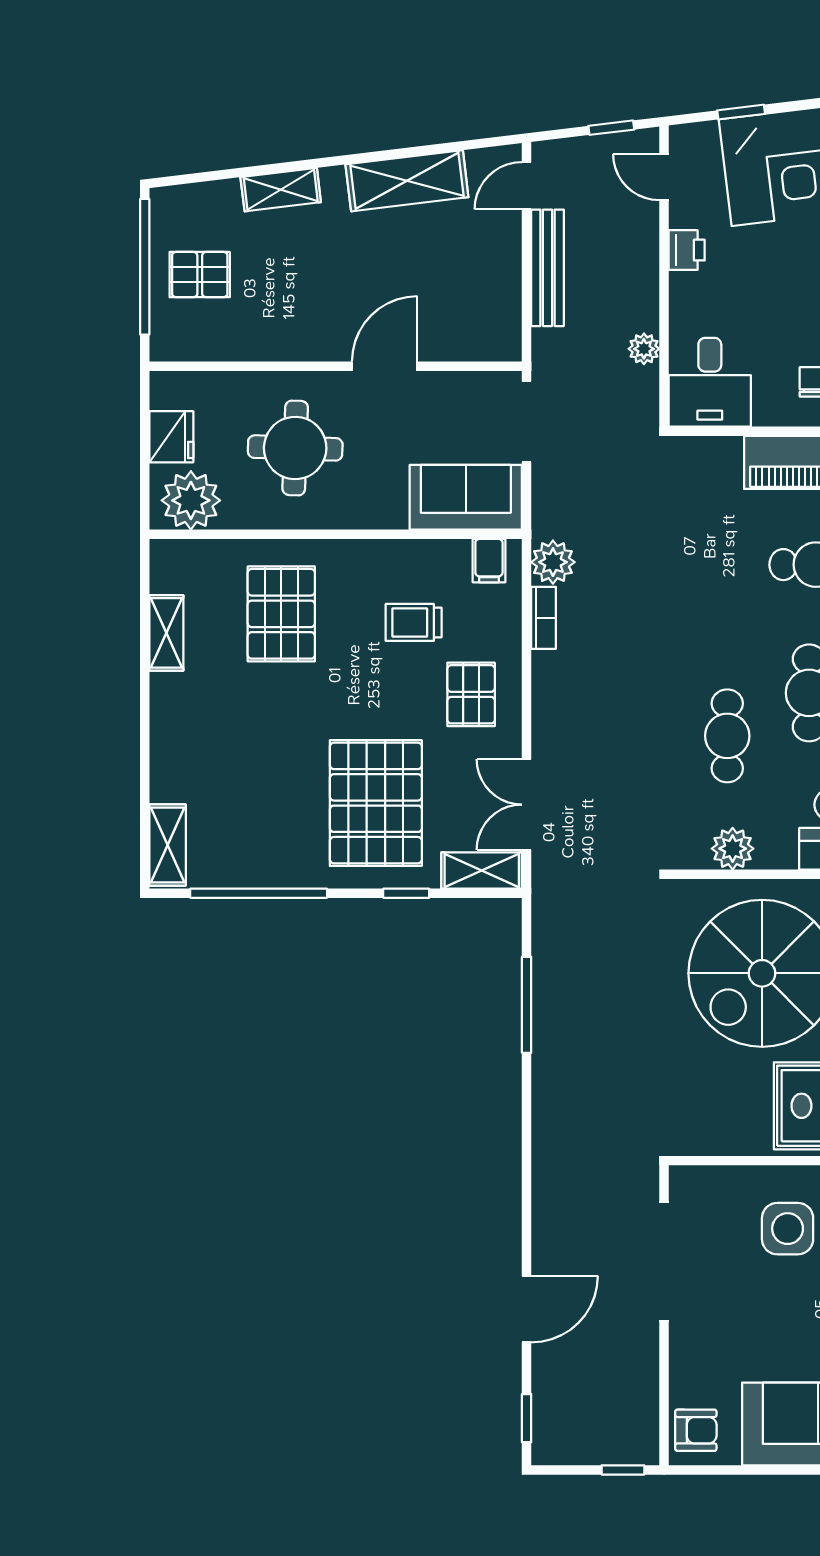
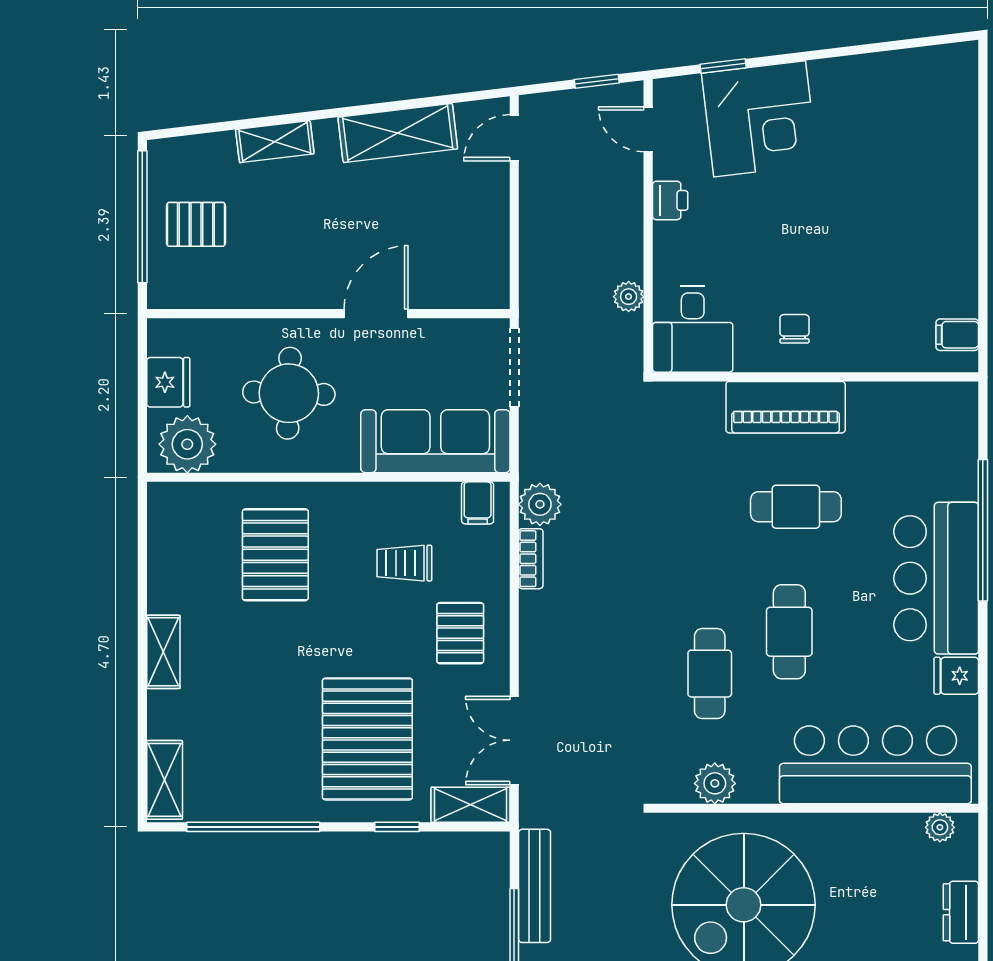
bench: (547, 268) -> (535, 886), moved
sofa: (466, 497) -> (435, 441), width x1.36
shelving: (166, 633) -> (163, 652), moved

